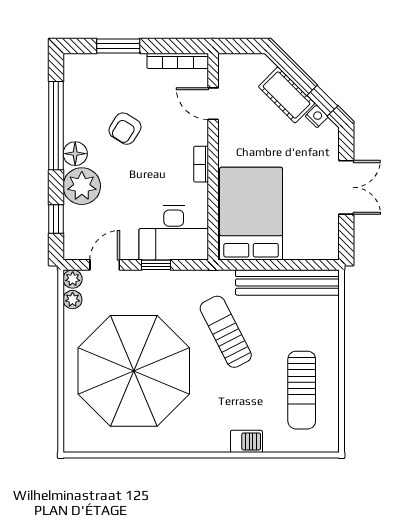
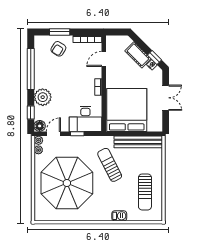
door: (213, 104) -> (104, 59), hinge flipped
armchair: (125, 129) -> (58, 49), moved
floor lamp: (75, 154) -> (40, 126), moved
bed: (251, 214) -> (127, 110), width x1.36

